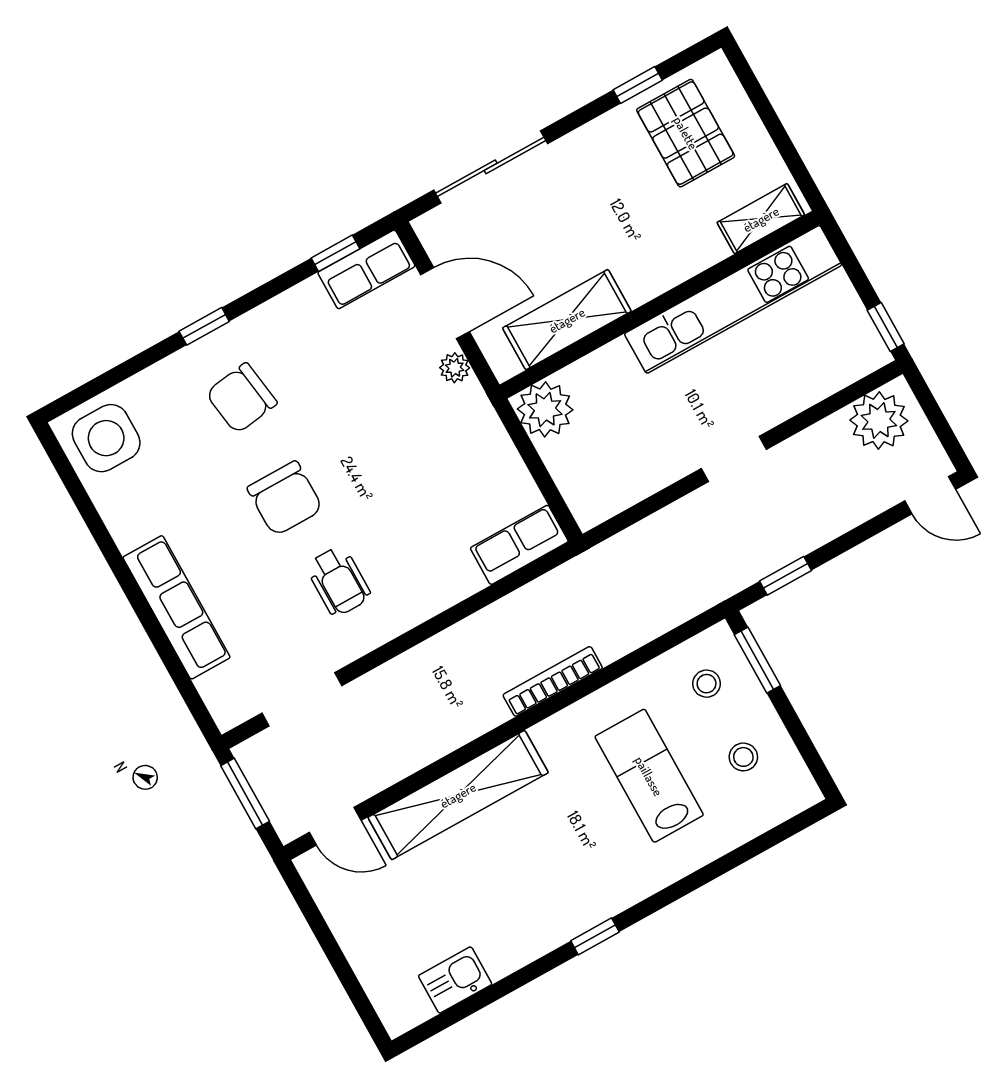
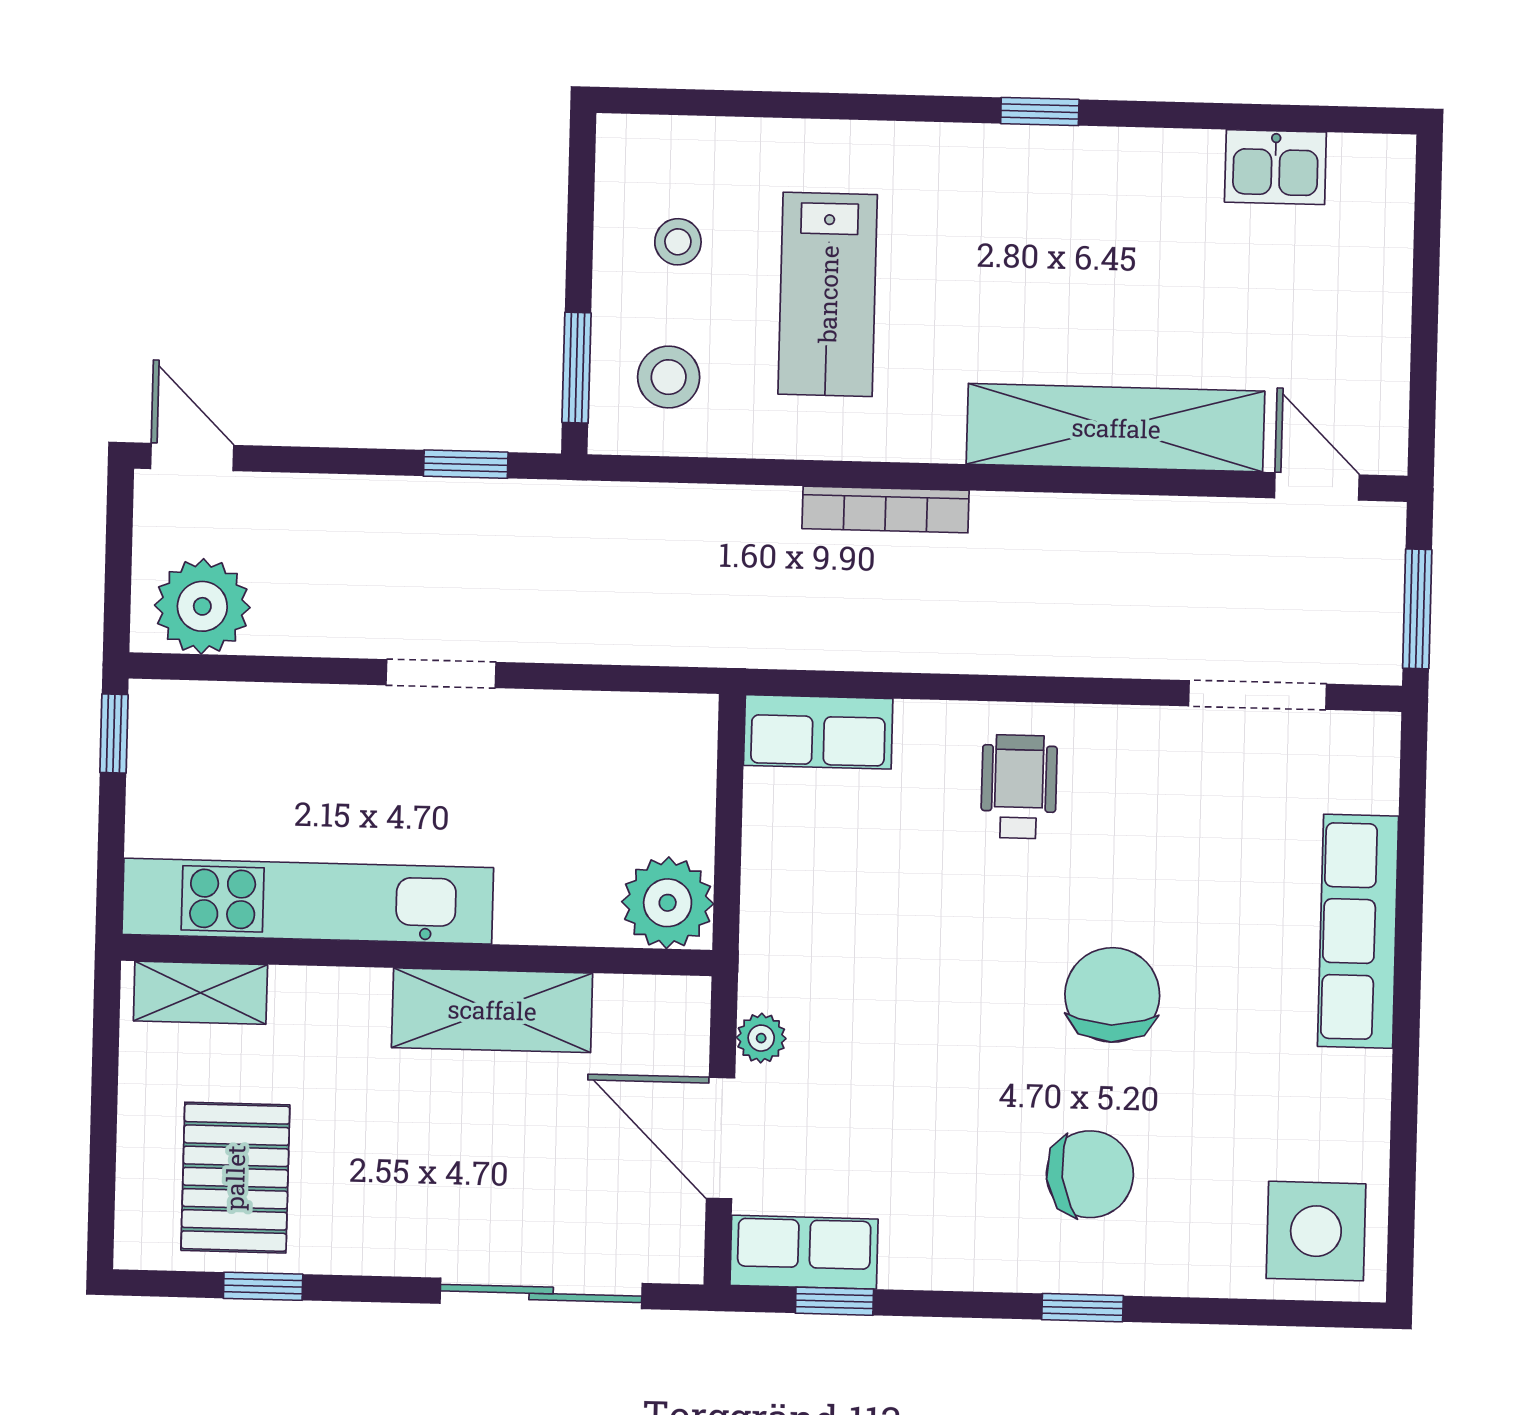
shelving: (567, 320) -> (492, 1010), moved
wheelchair: (338, 581) -> (1019, 787), moved
stool: (707, 684) -> (669, 377), width x1.37, depth x1.37

